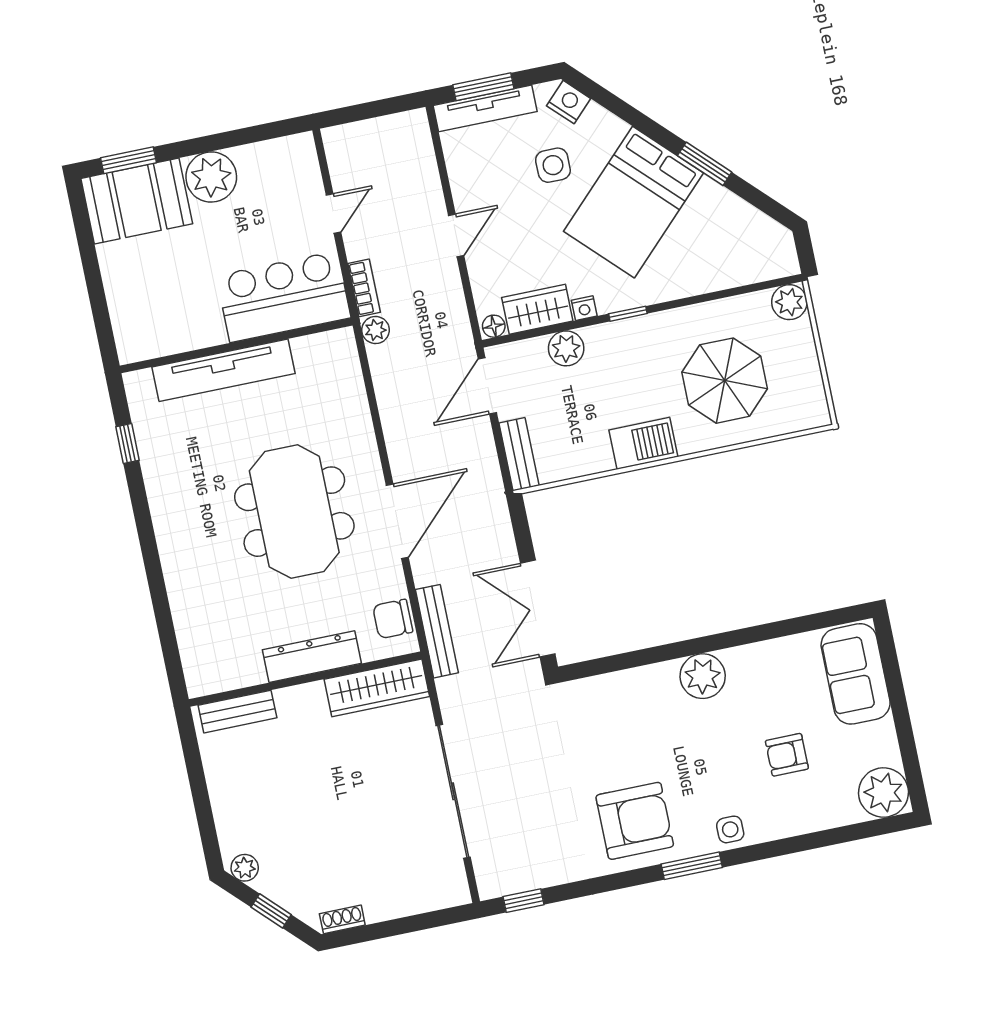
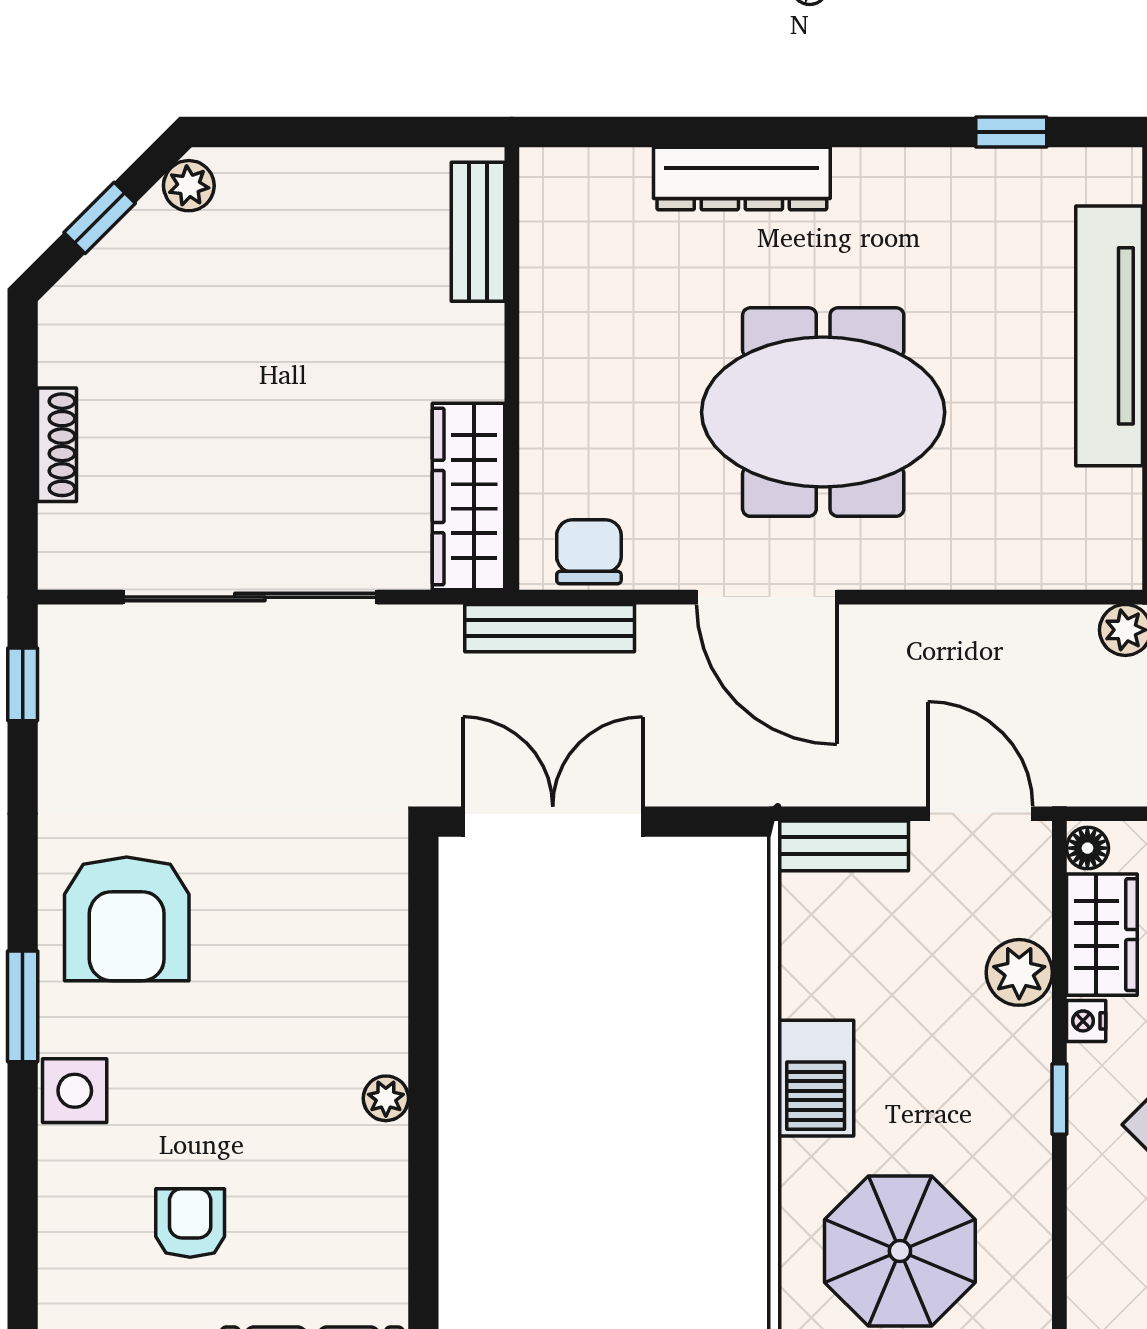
dresser: (312, 657) -> (742, 178), moved, turned 90
plant: (703, 676) -> (386, 1098), width x0.53, depth x0.53
side table: (730, 829) -> (75, 1091), width x1.37, depth x1.37
shoe rack: (342, 919) -> (57, 445), moved, width x1.43

